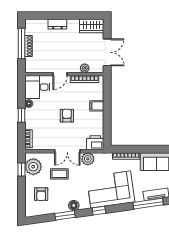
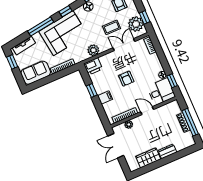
wardrobe: (92, 26) -> (148, 158), moved
door: (60, 74) -> (147, 111), hinge flipped
window: (21, 115) -> (172, 81), moved
window: (107, 119) -> (92, 90), added
double door: (67, 151) -> (124, 45), moved
window: (148, 204) -> (41, 27), moved

